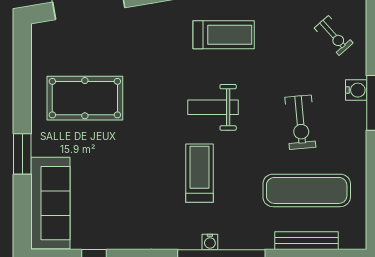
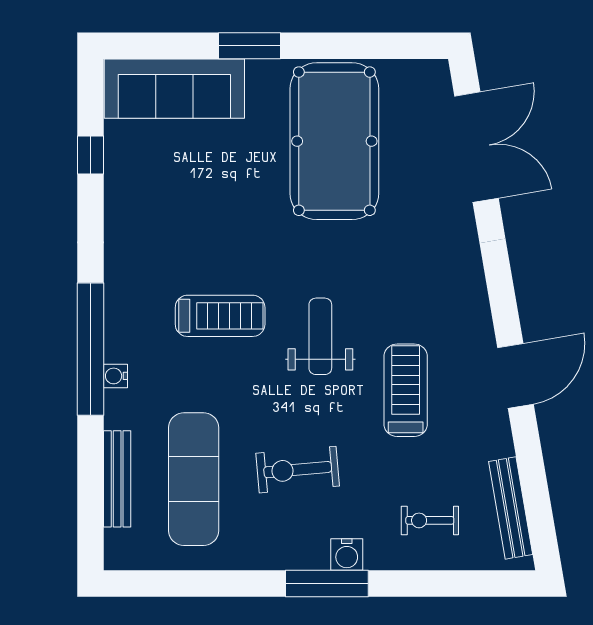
treadmill: (224, 35) -> (406, 390), moved, turned 180
exercise bike: (334, 35) -> (430, 520), turned 42
pool table: (85, 98) -> (334, 141), width x1.36, depth x1.32
water cooler: (210, 242) -> (115, 376), moved

